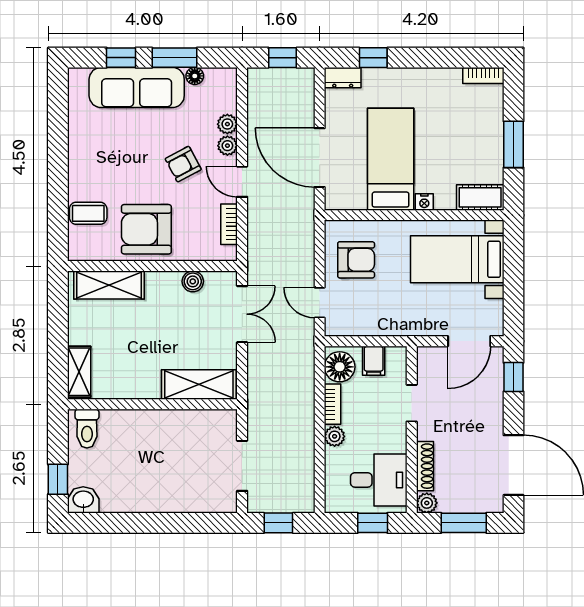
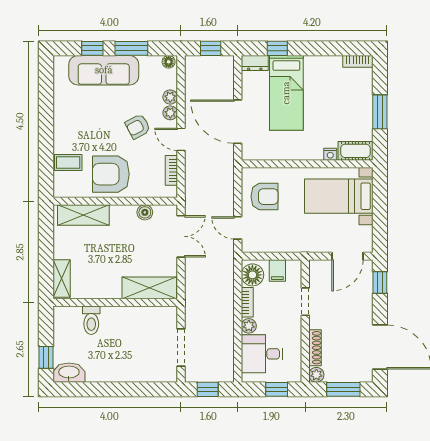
floor lamp: (195, 76) -> (169, 62), moved
bed: (391, 159) -> (286, 93), moved, turned 180
nightstand: (424, 202) -> (330, 154), moved
toilet: (87, 429) -> (91, 320), moved
desk: (379, 480) -> (262, 354), moved, turned 180
washbasin: (83, 500) -> (69, 373), width x1.38

